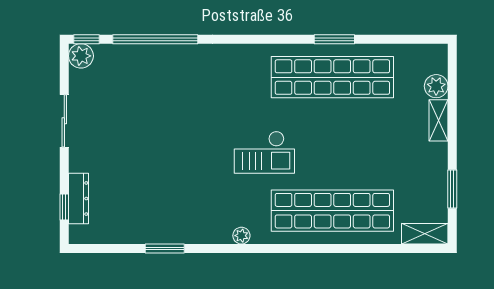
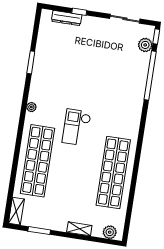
window: (334, 39) -> (134, 177), removed
plant: (81, 56) -> (145, 45), moved
plant: (436, 86) -> (110, 232), moved
sliding door: (64, 121) -> (125, 19), moved
window: (64, 207) -> (79, 12), moved

